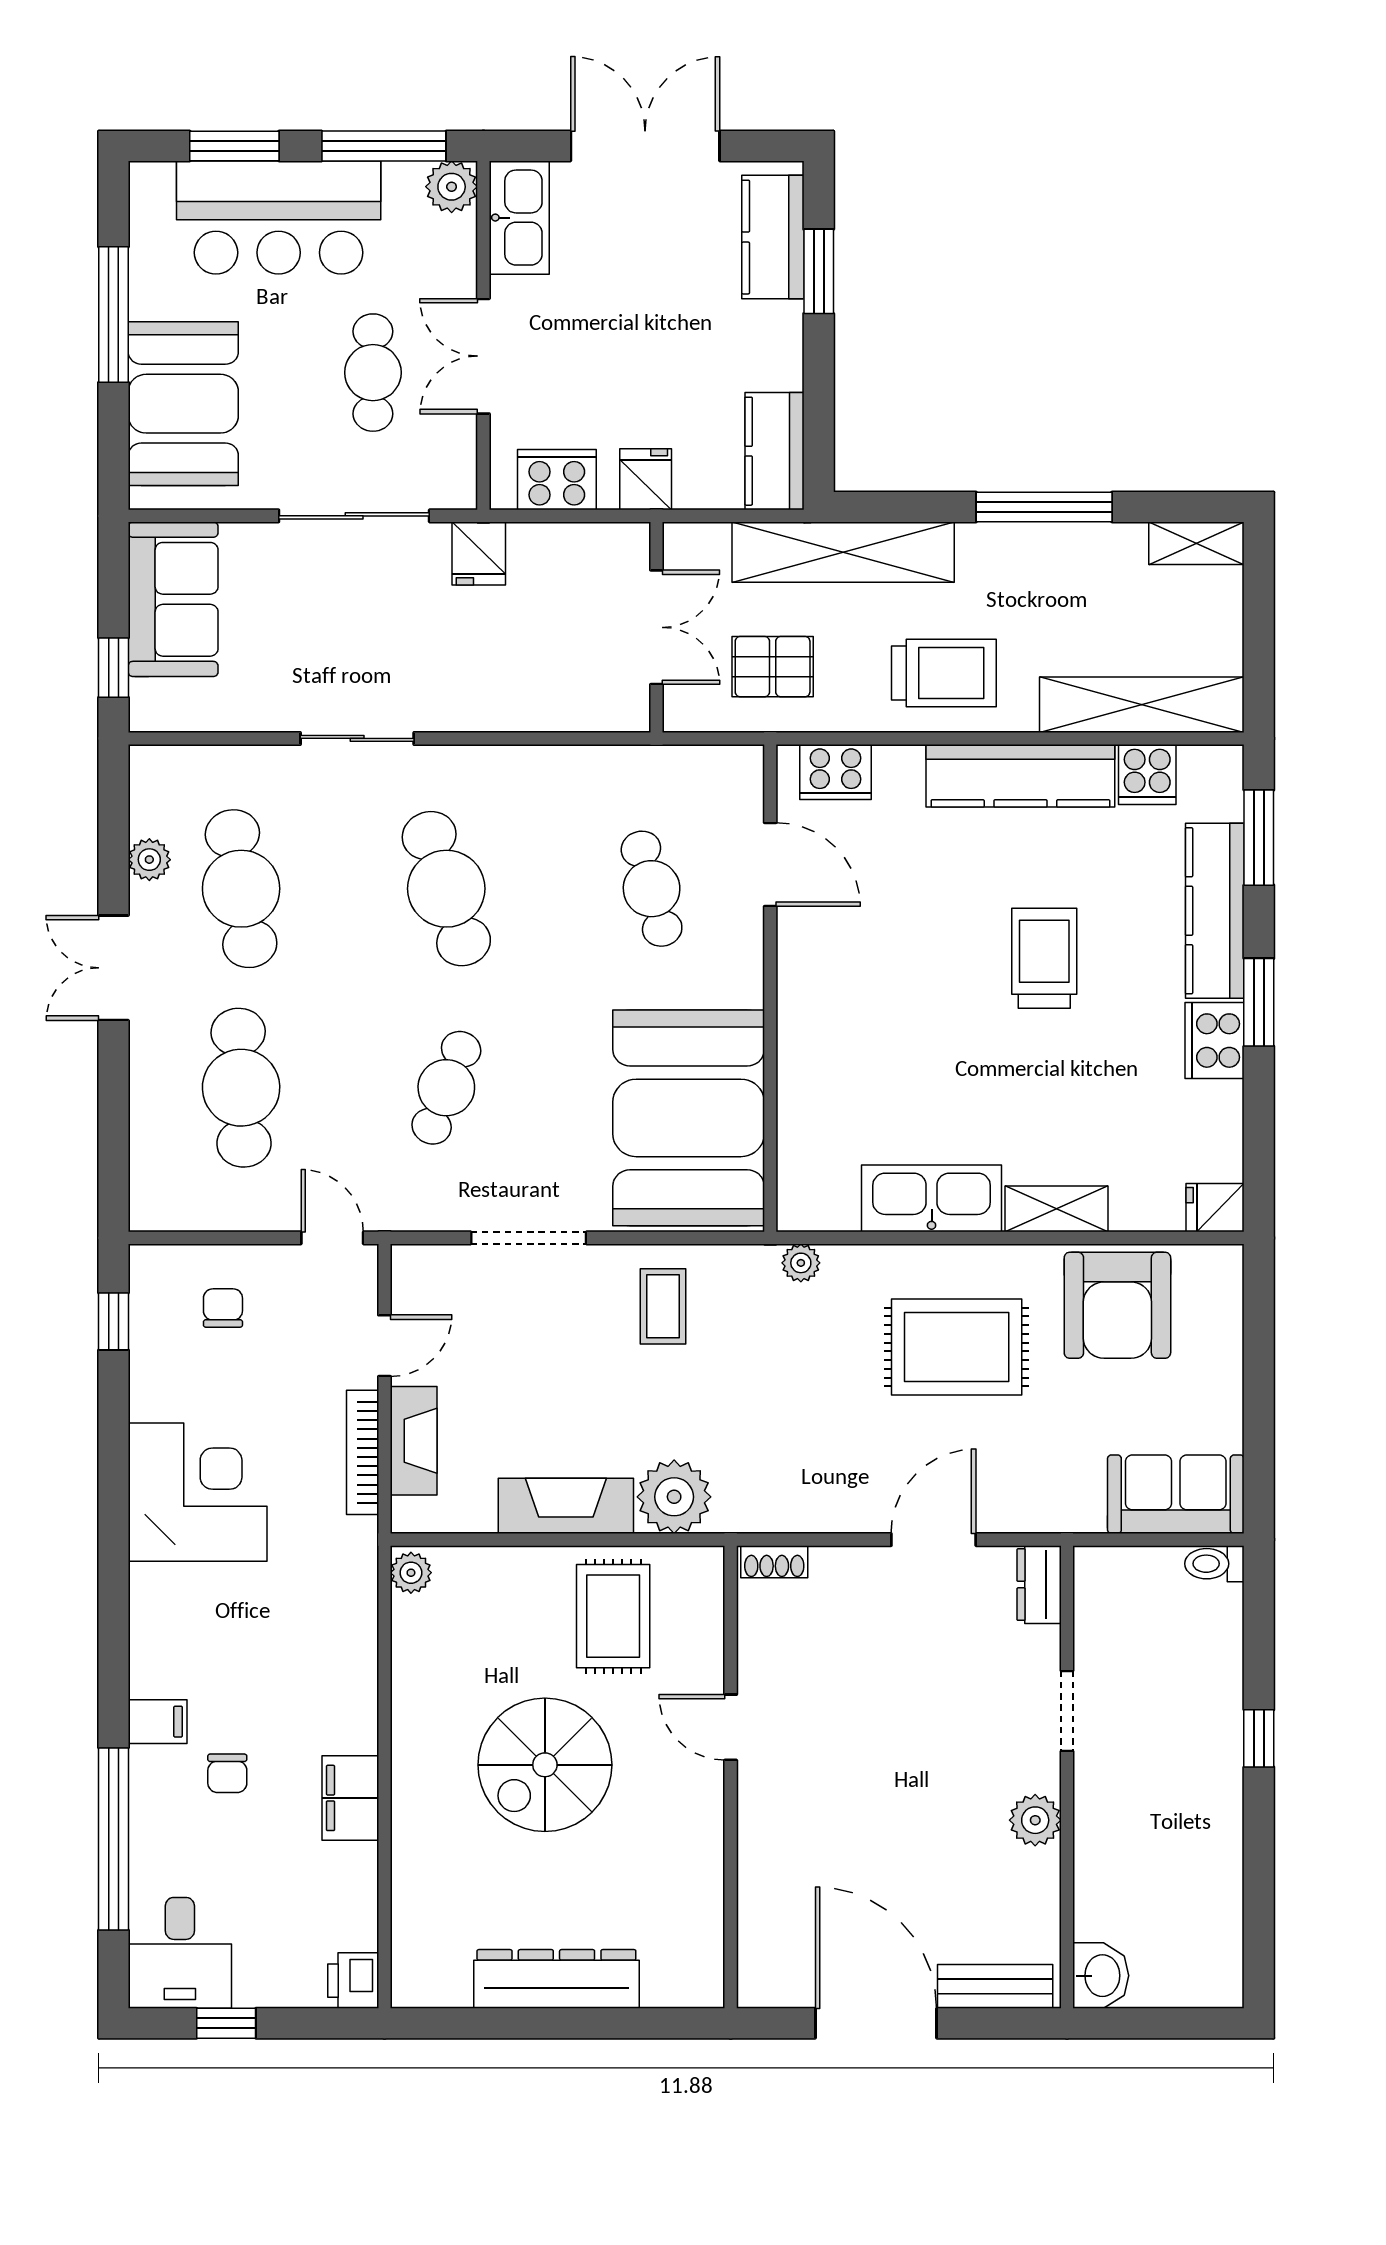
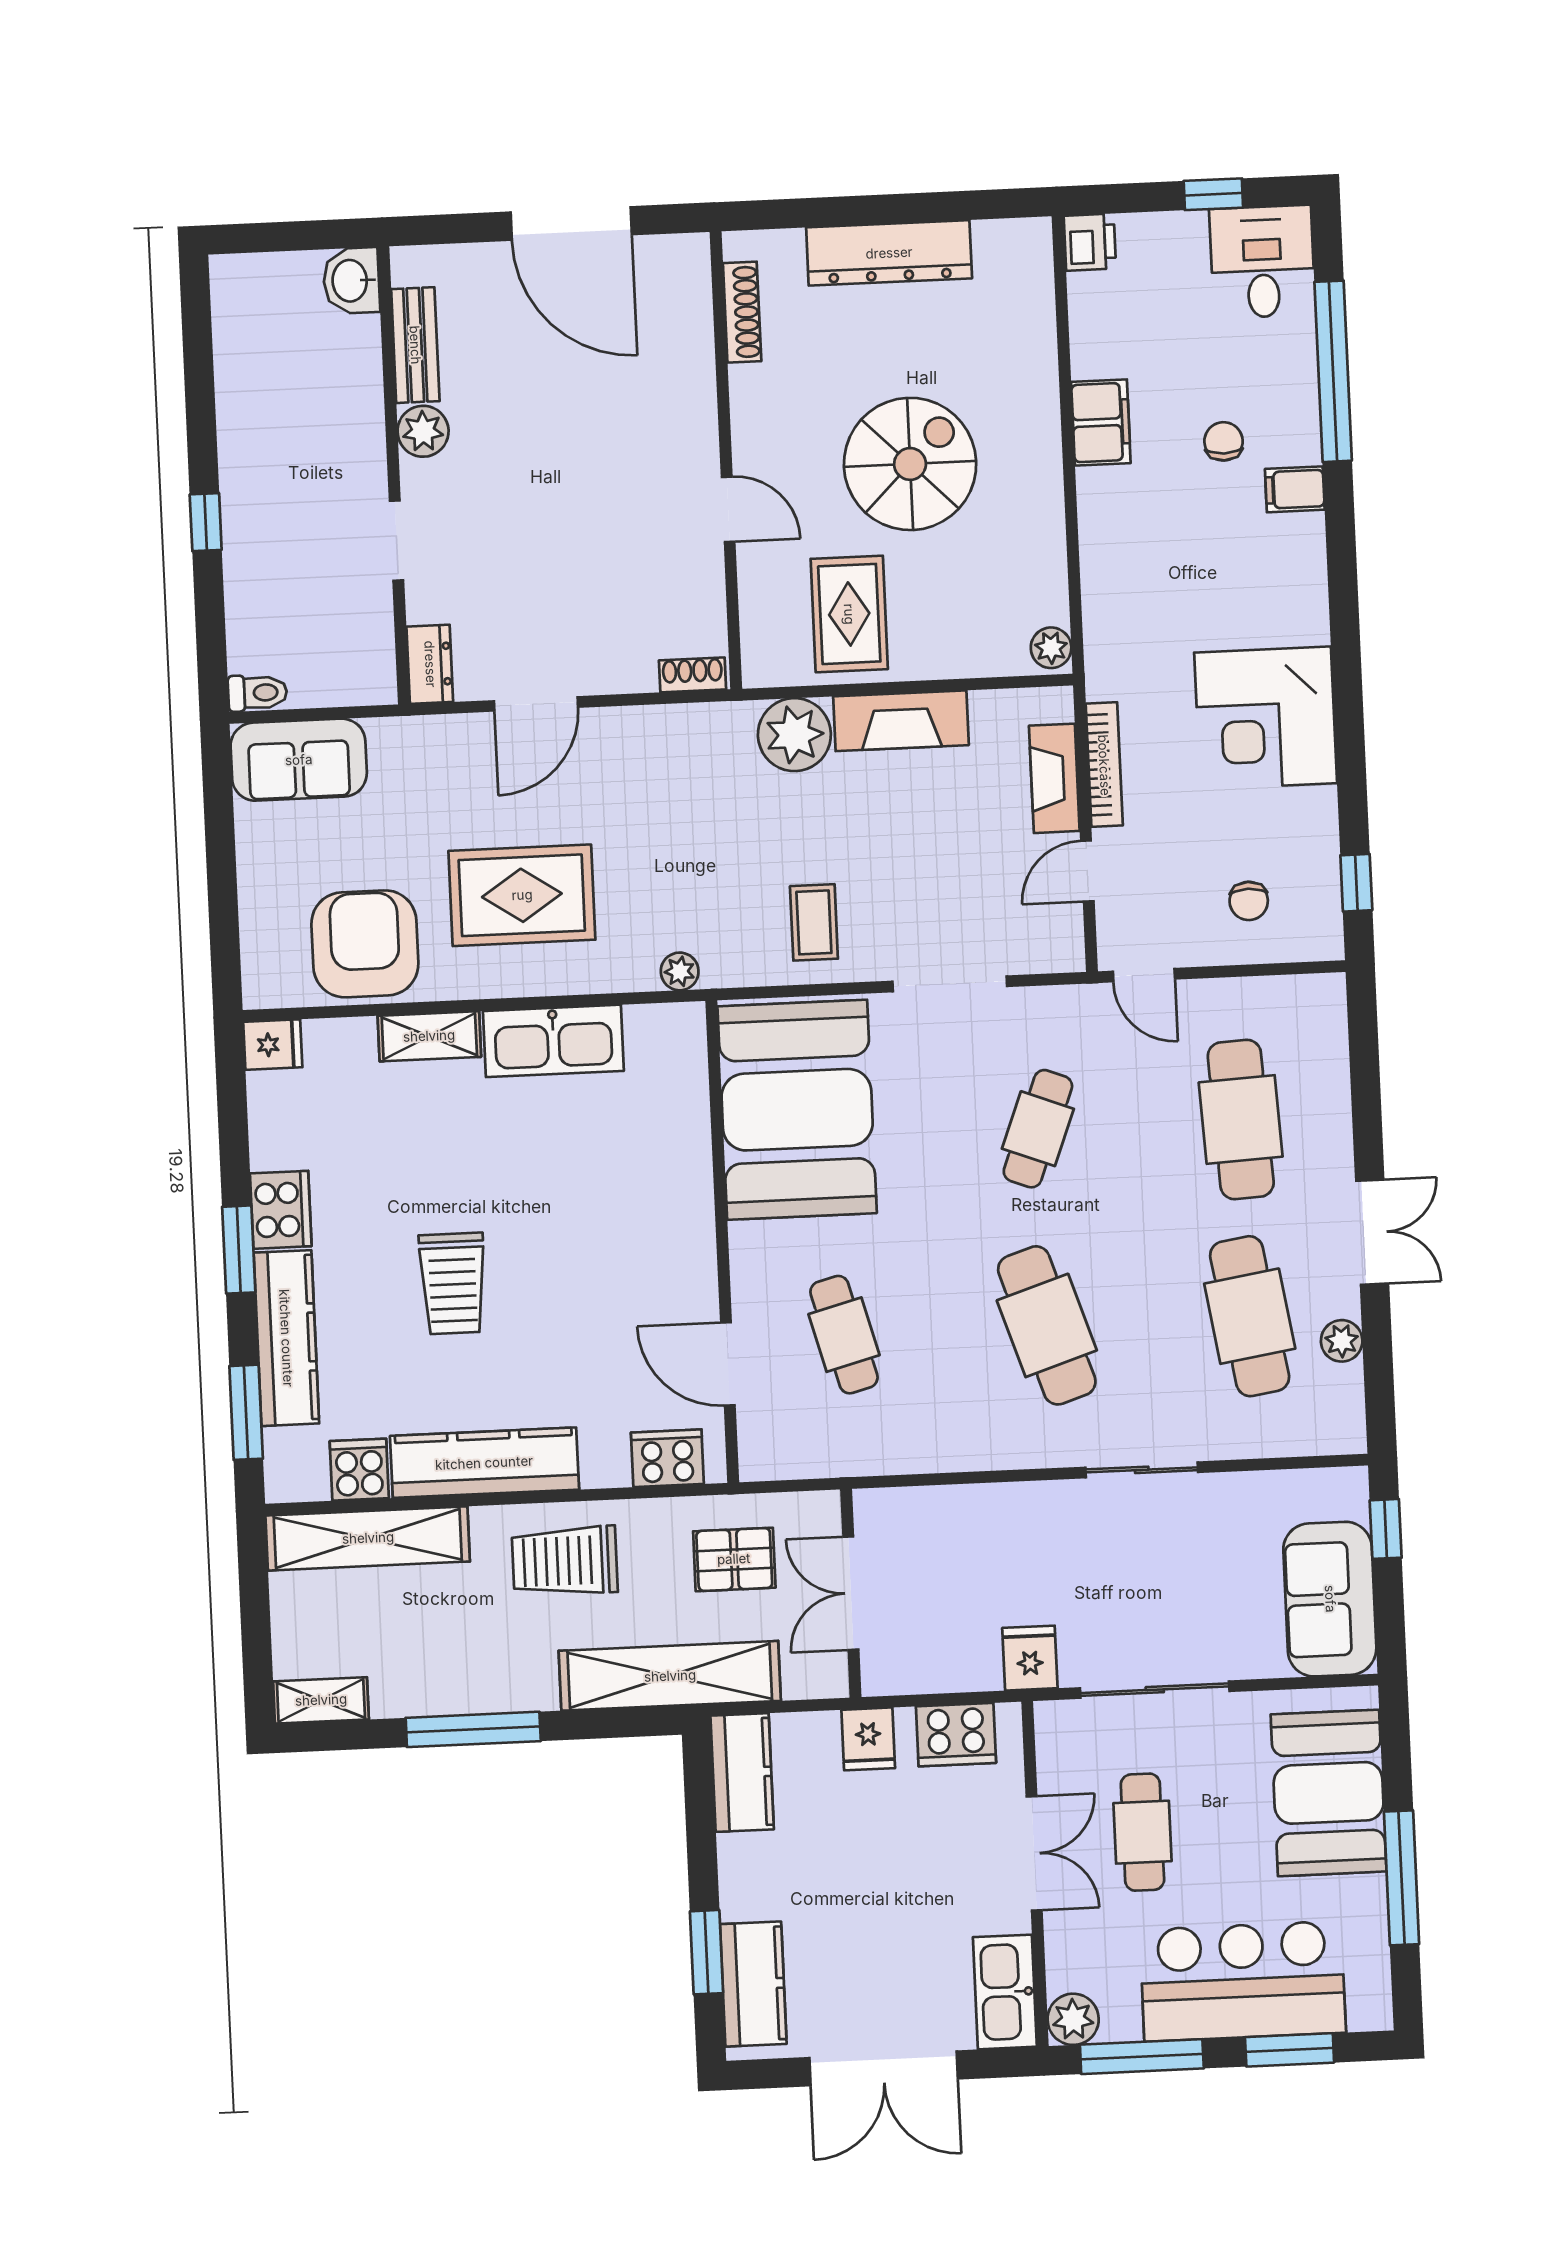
shoe rack: (708, 1926) -> (742, 312), added
bench: (995, 1986) -> (415, 345), moved, turned 90

